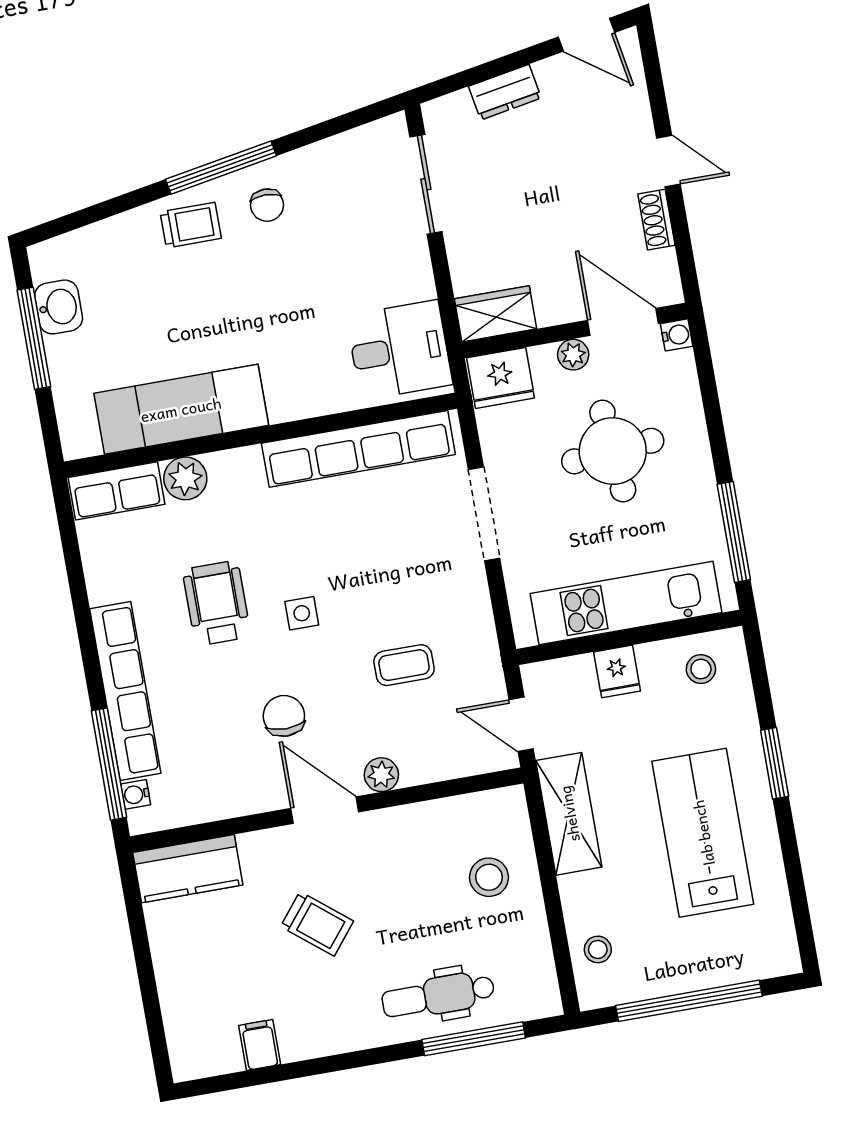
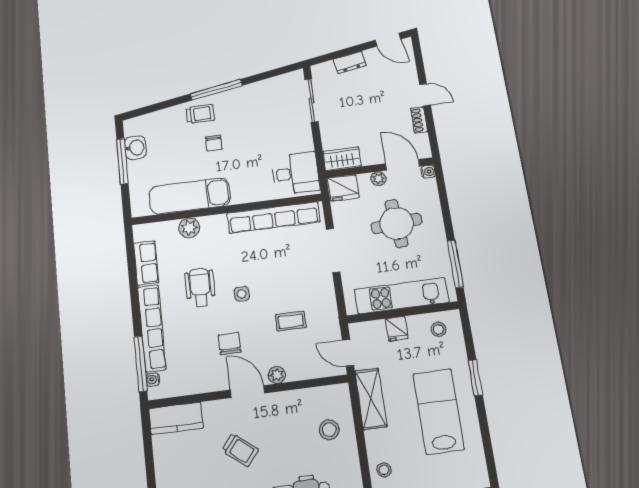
chair: (267, 205) -> (214, 143), moved
row of seats: (116, 491) -> (146, 263), moved, turned -90

